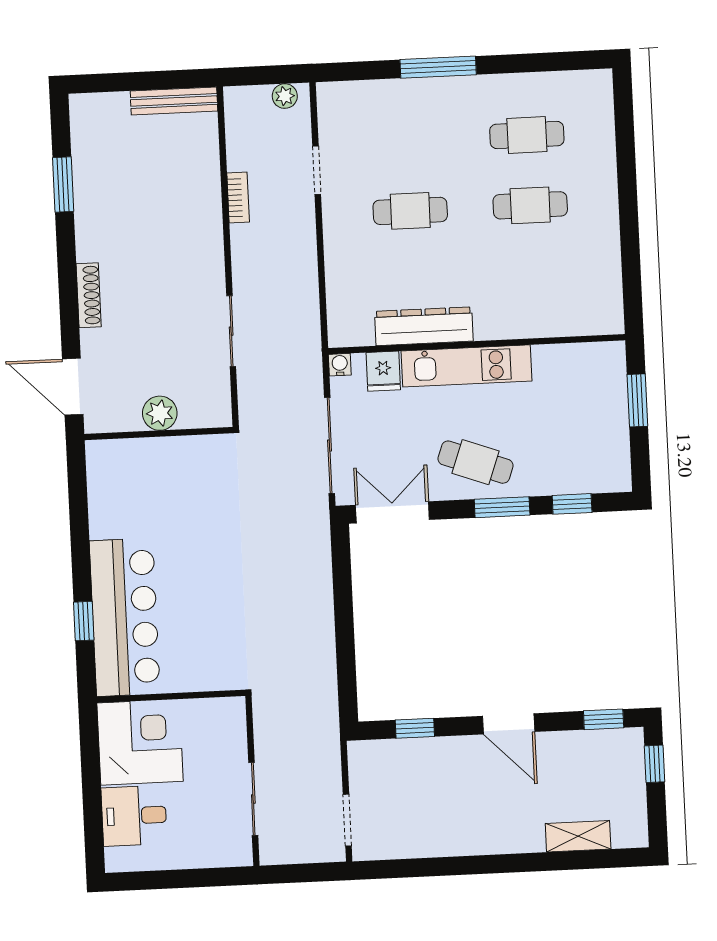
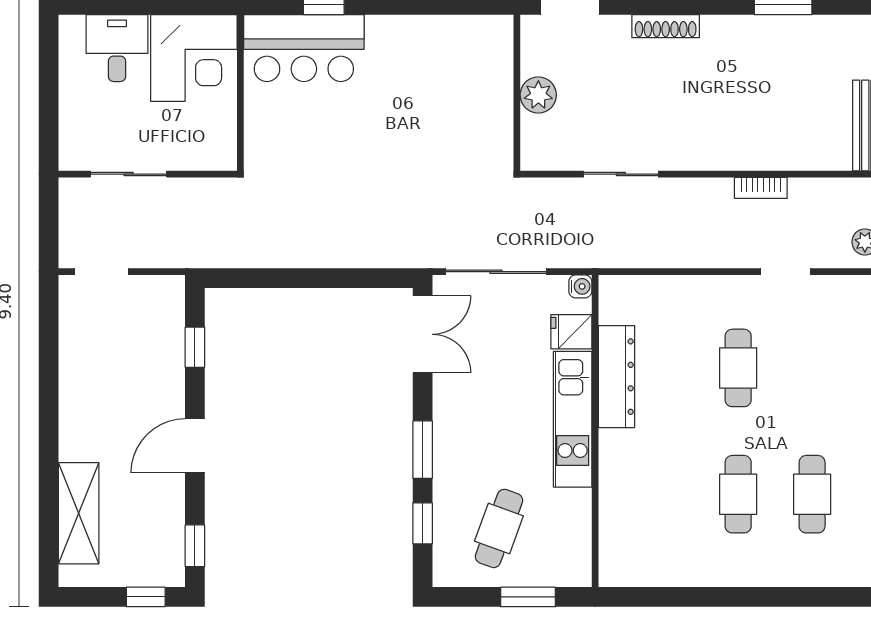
cafe table: (476, 462) -> (499, 528), moved
bar counter: (125, 617) -> (304, 48), width x0.73
shelving: (578, 836) -> (79, 513), width x1.50, depth x1.33

